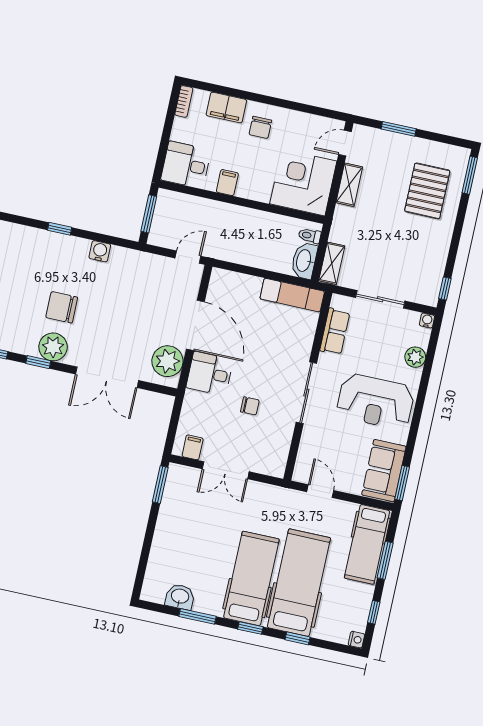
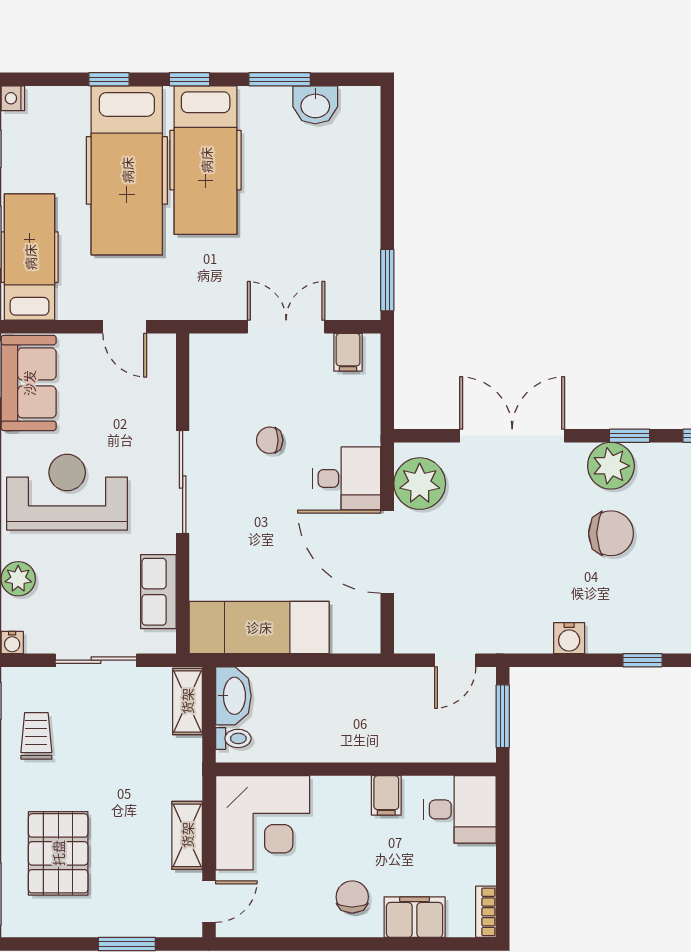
door: (188, 257) -> (455, 660), moved
trolley: (425, 263) -> (36, 736), added
exam couch: (292, 295) -> (259, 627), width x1.36, depth x1.45

